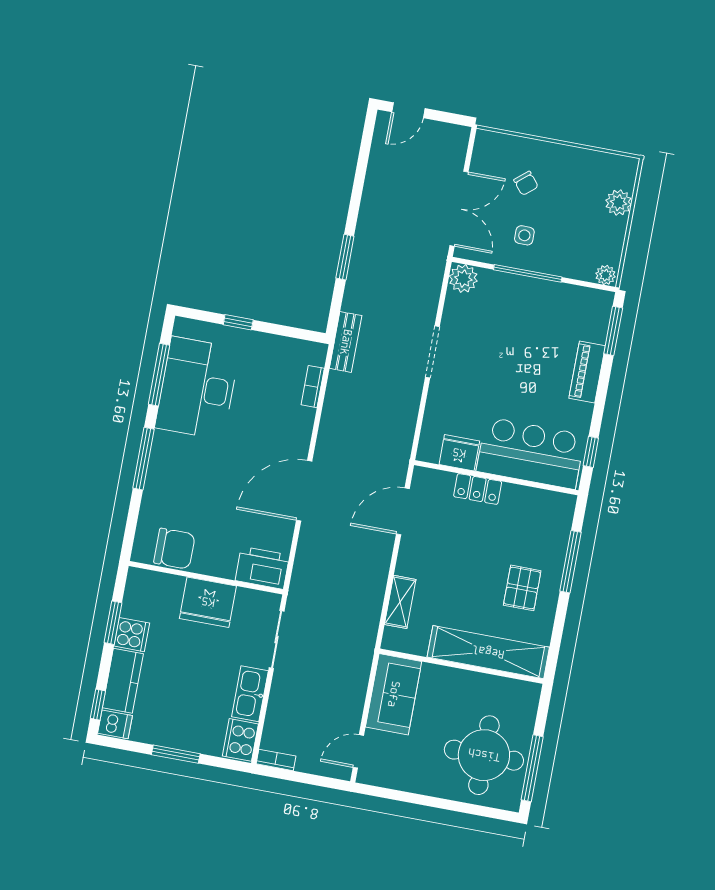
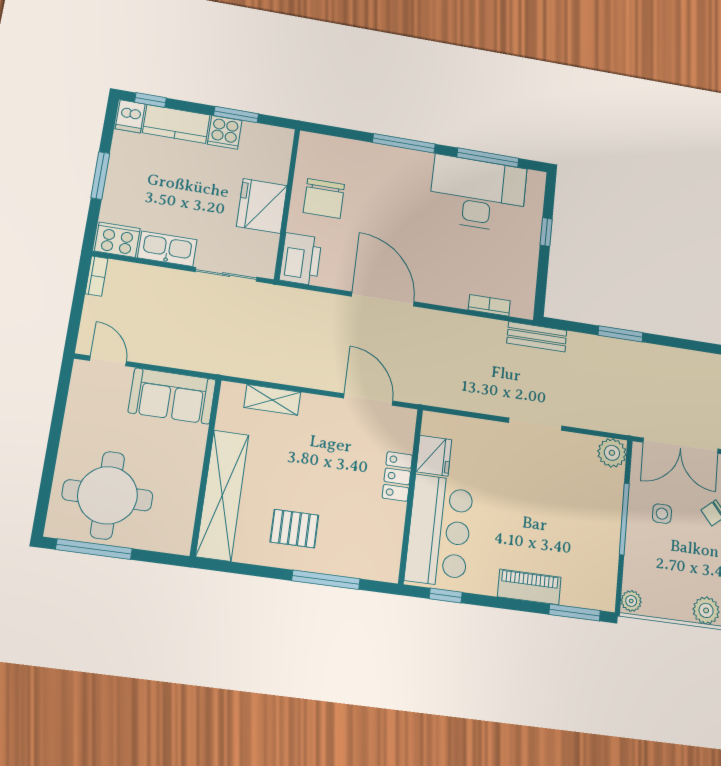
chair: (174, 549) -> (324, 198), moved

